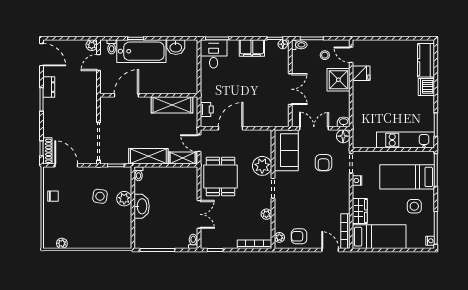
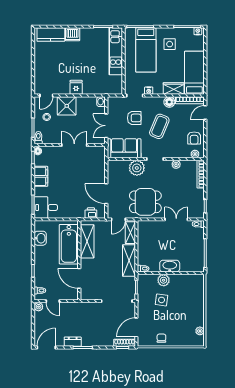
bathtub: (141, 51) -> (69, 244), moved, turned 180
fridge: (361, 73) -> (76, 87), moved
floor lamp: (343, 136) -> (169, 102), moved
coffee table: (313, 194) -> (159, 126), added

